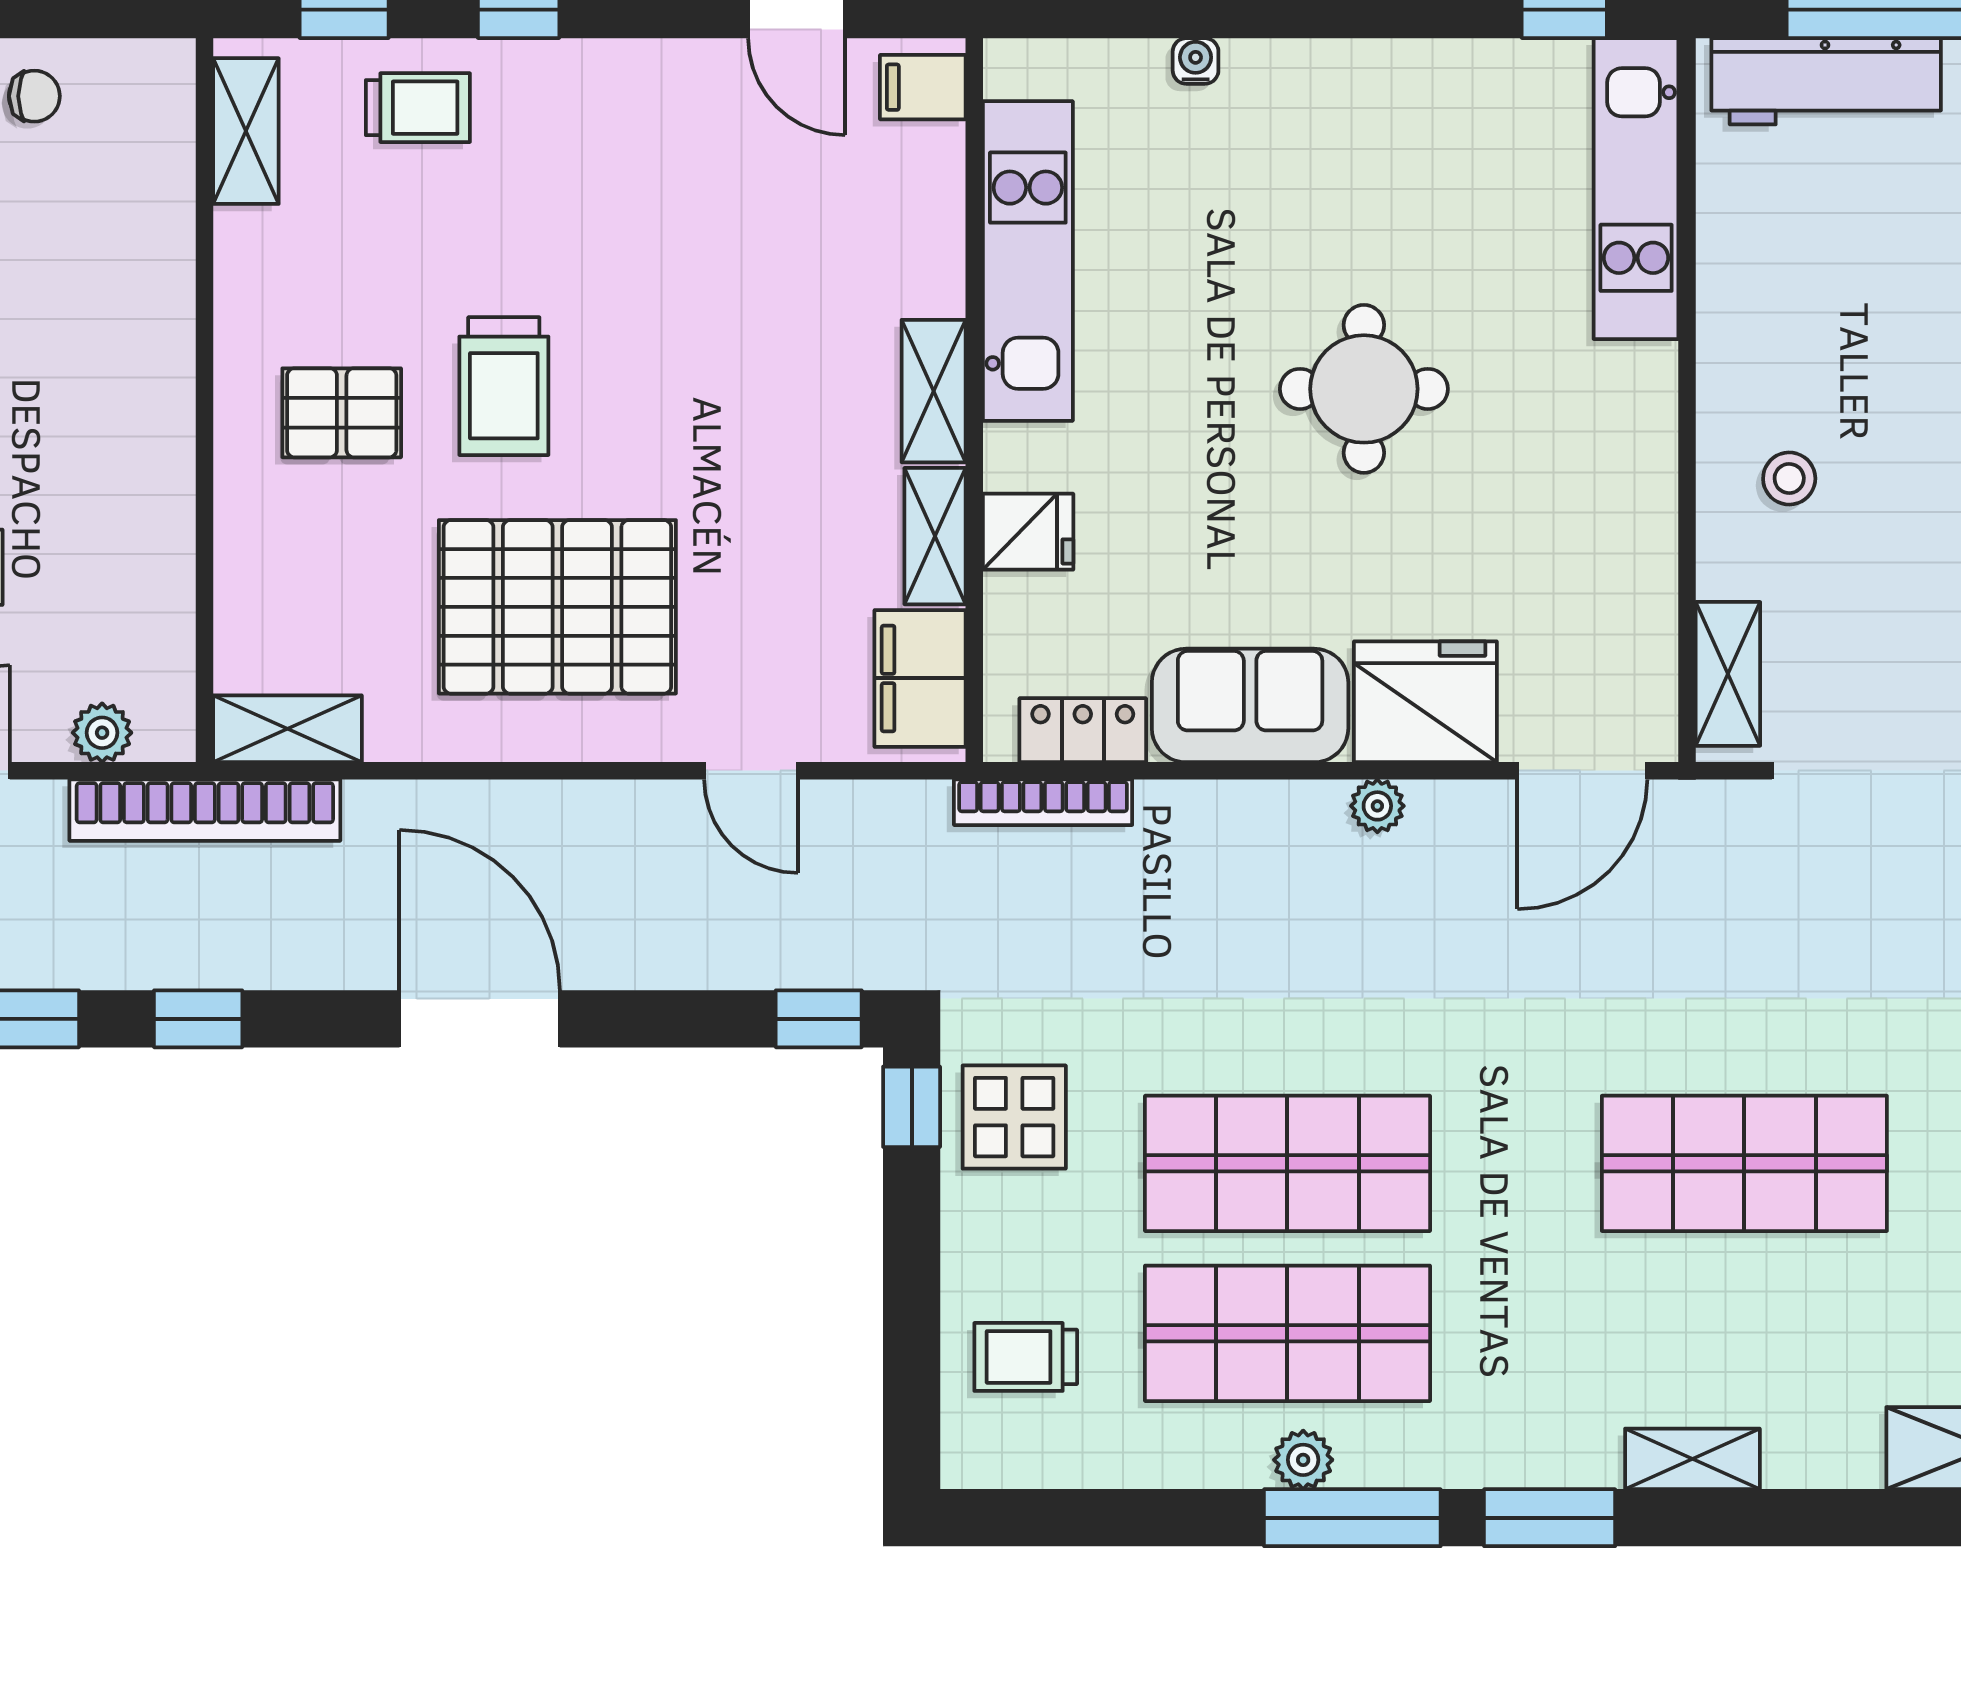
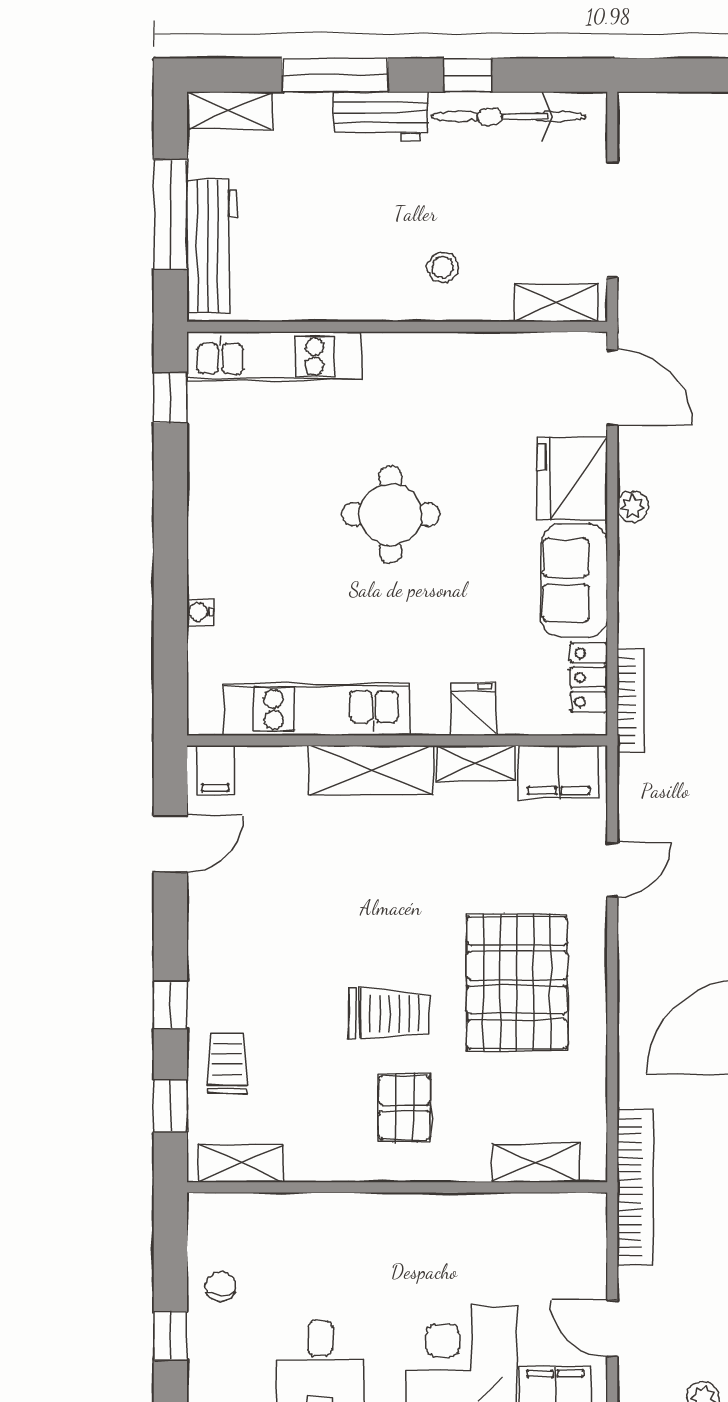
shelving: (934, 391) -> (371, 770), width x1.50, depth x1.33
shelving: (287, 729) -> (536, 1163), moved, turned 90
plant: (102, 733) -> (590, 1247), removed

